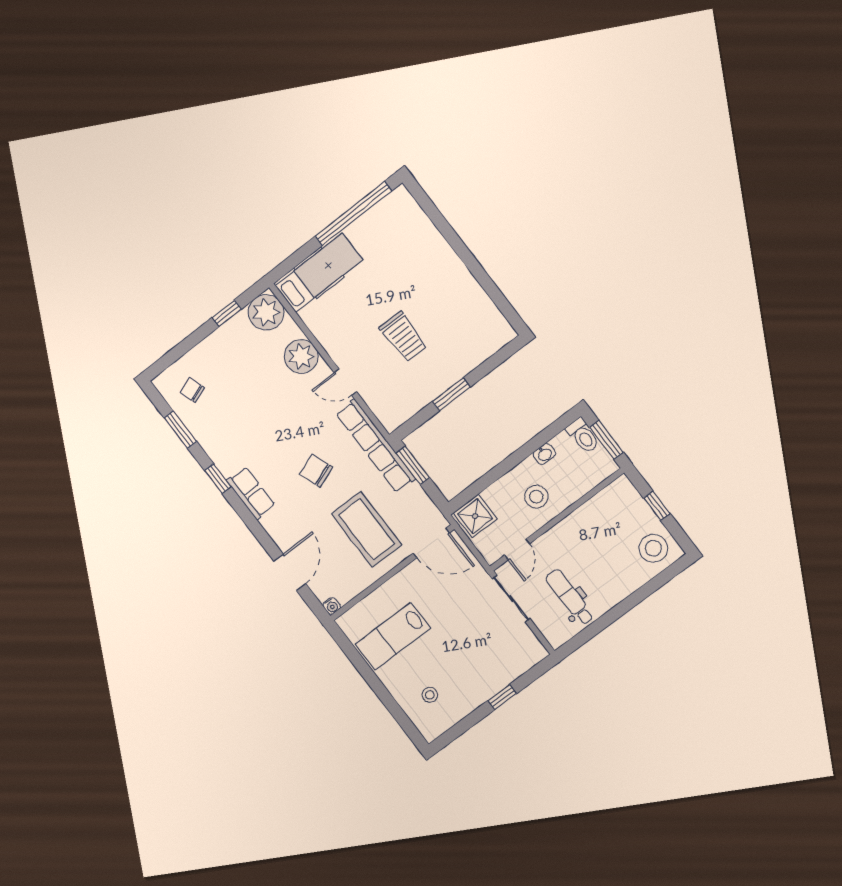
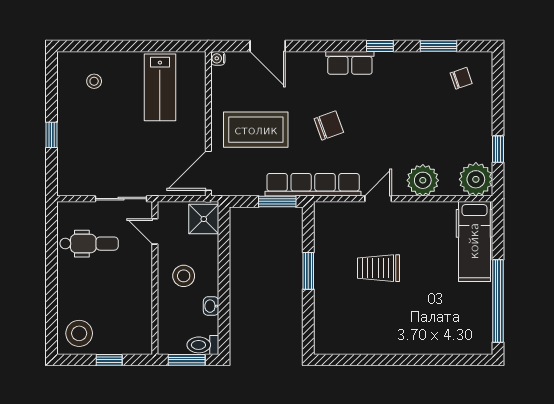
lab bench: (393, 636) -> (160, 87), turned 180

